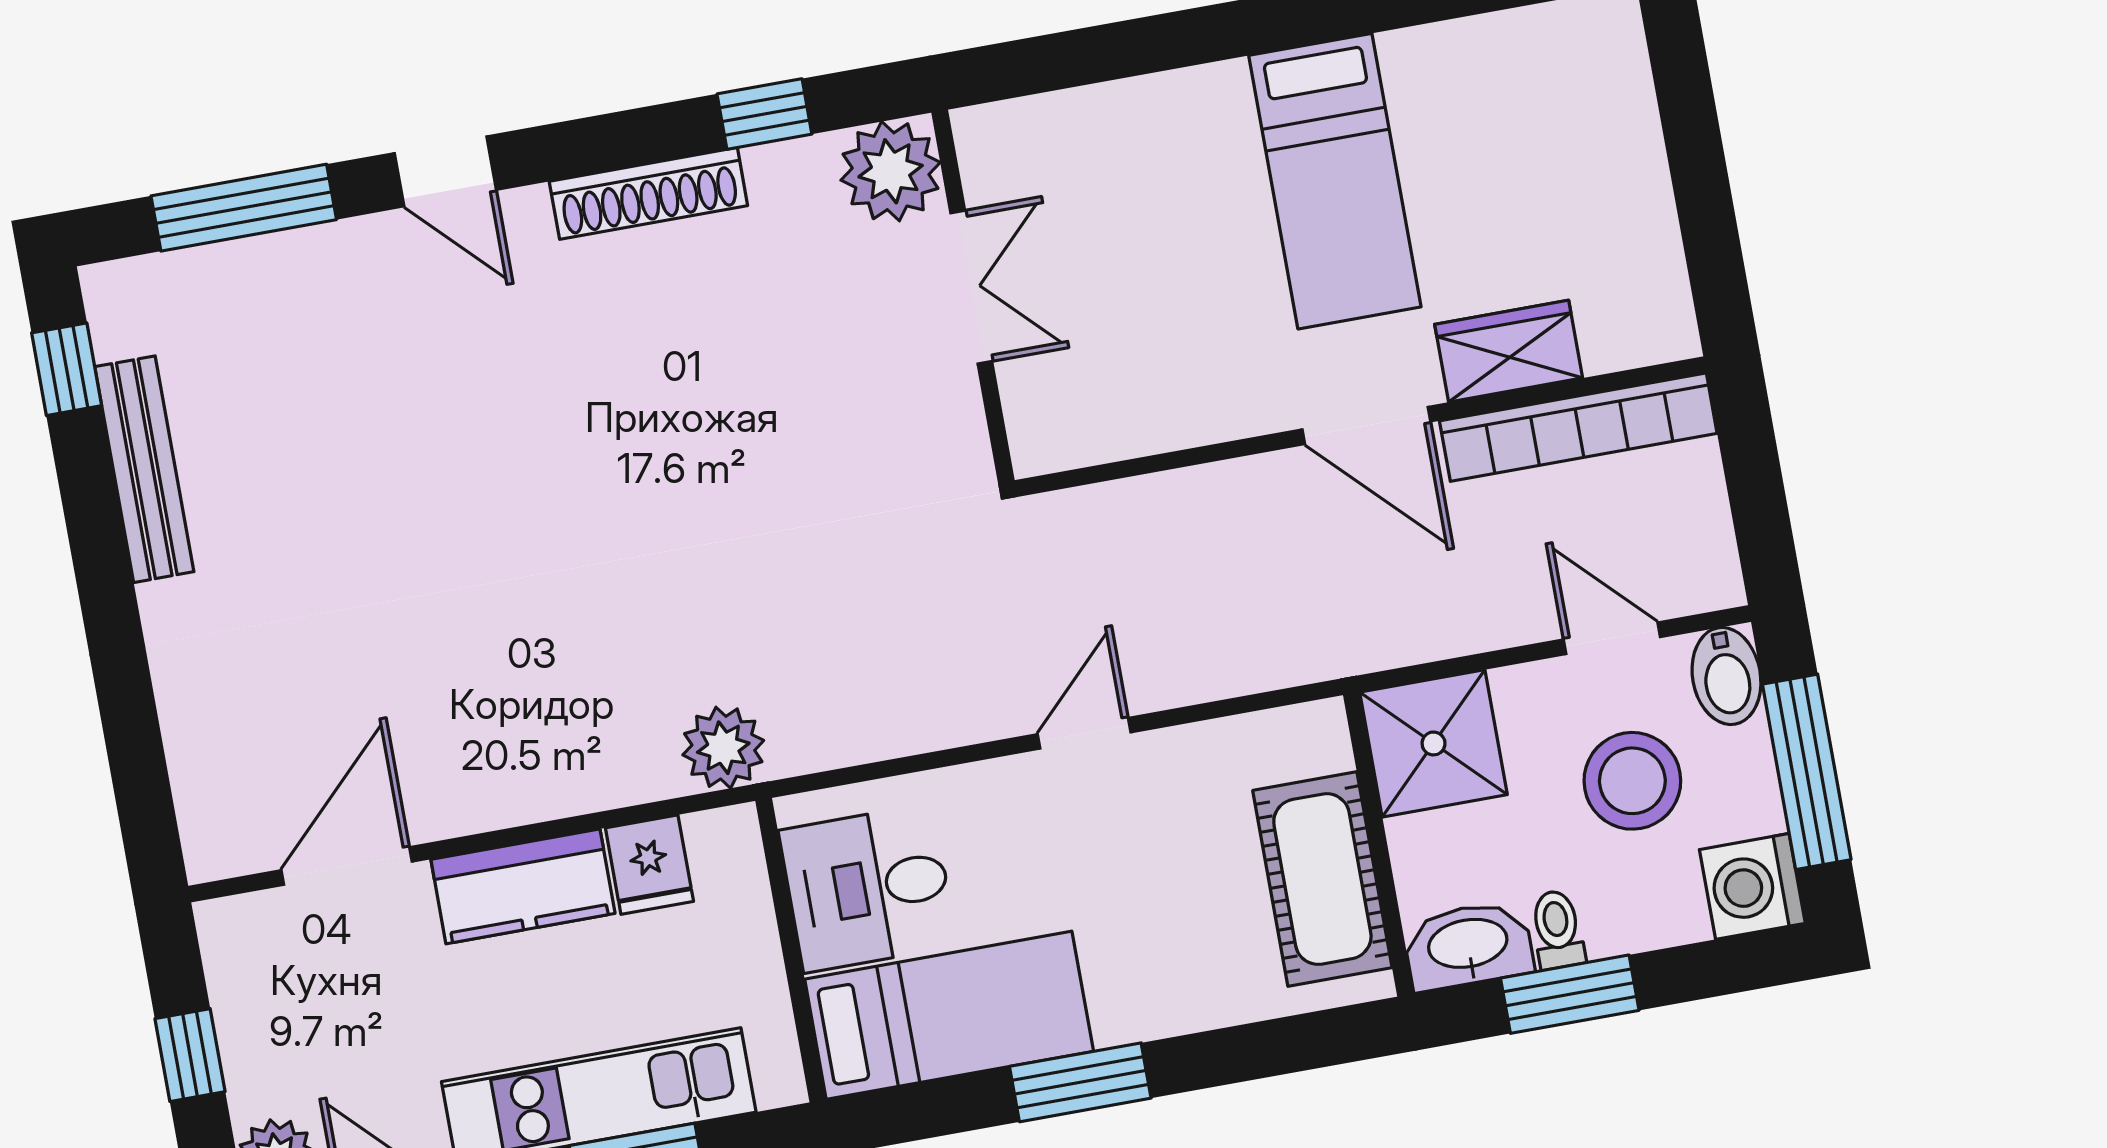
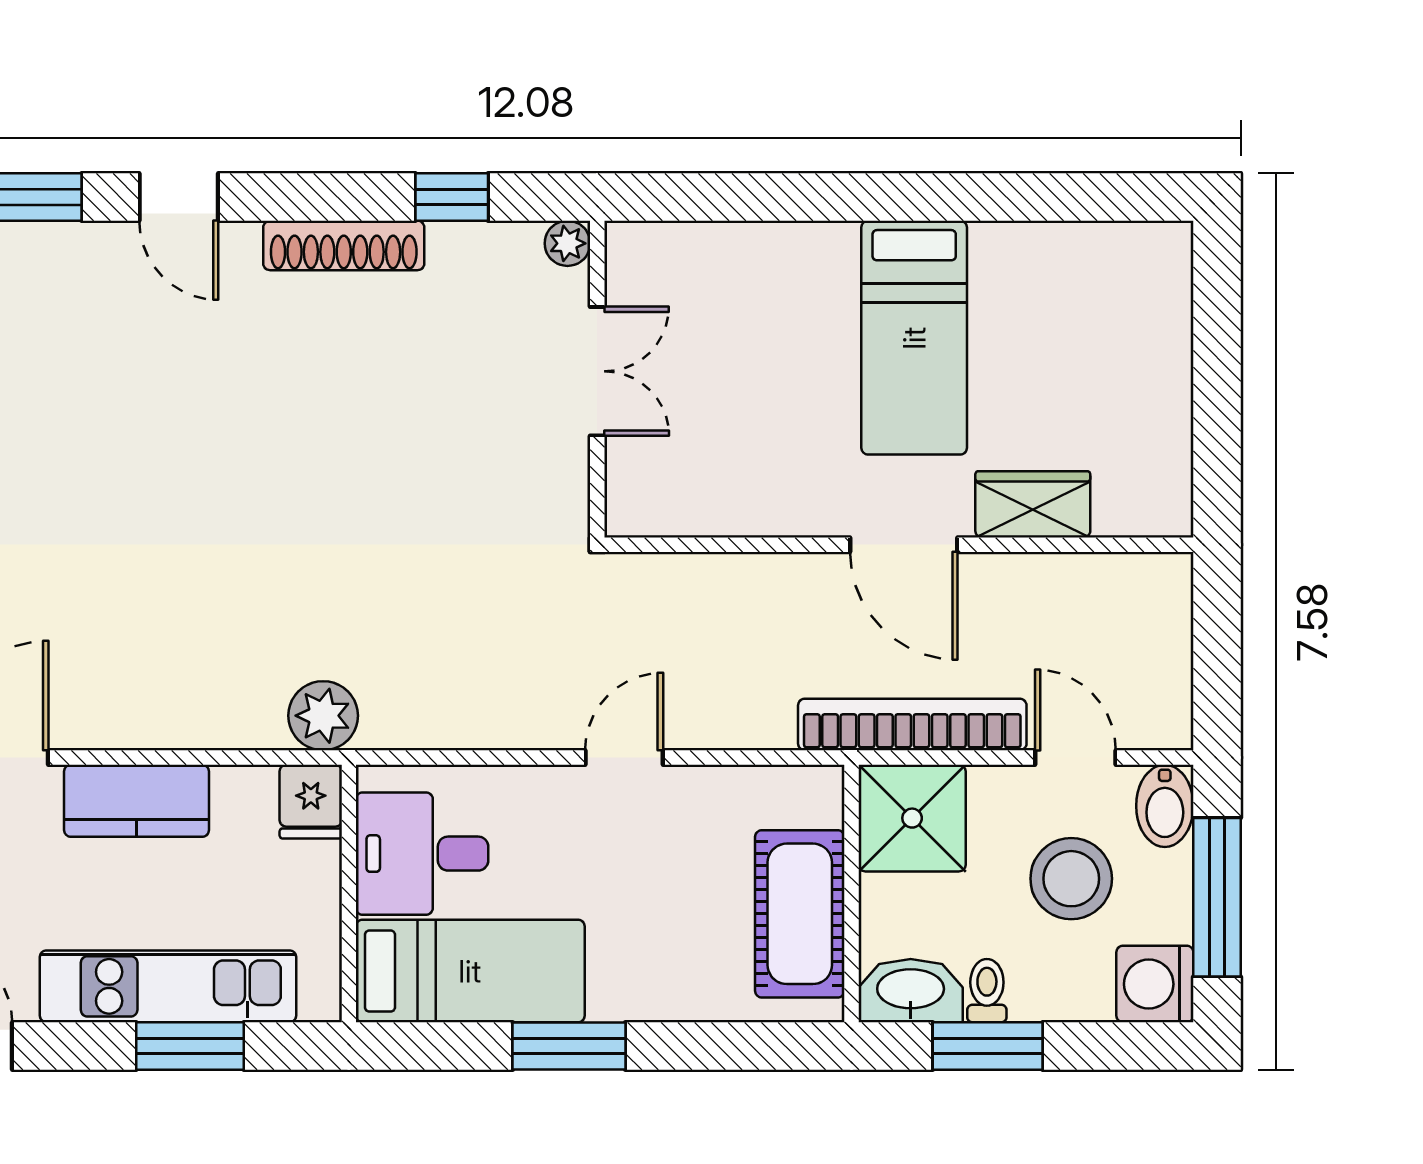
plant: (891, 171) -> (567, 243), width x0.53, depth x0.53
bookcase: (1578, 427) -> (912, 725), moved, turned 180
fridge: (649, 865) -> (311, 802), moved

